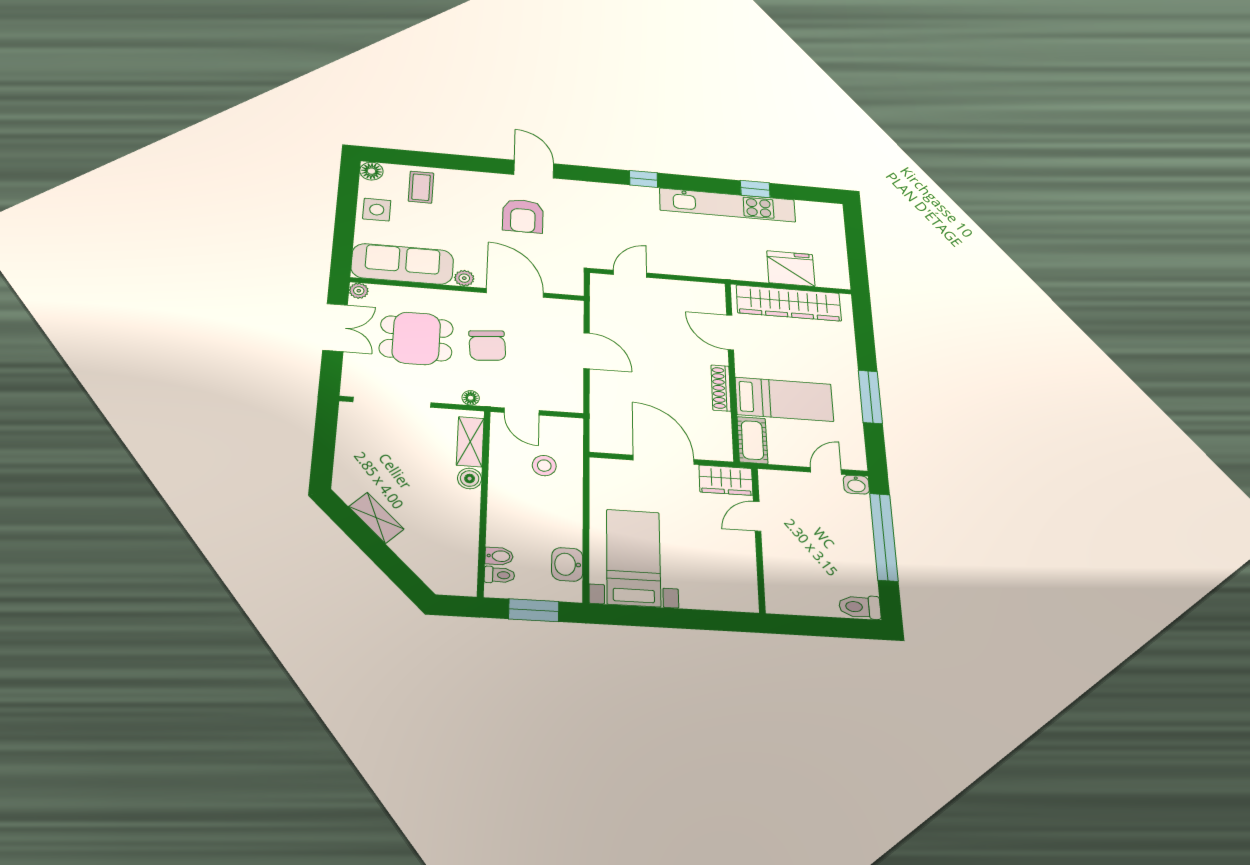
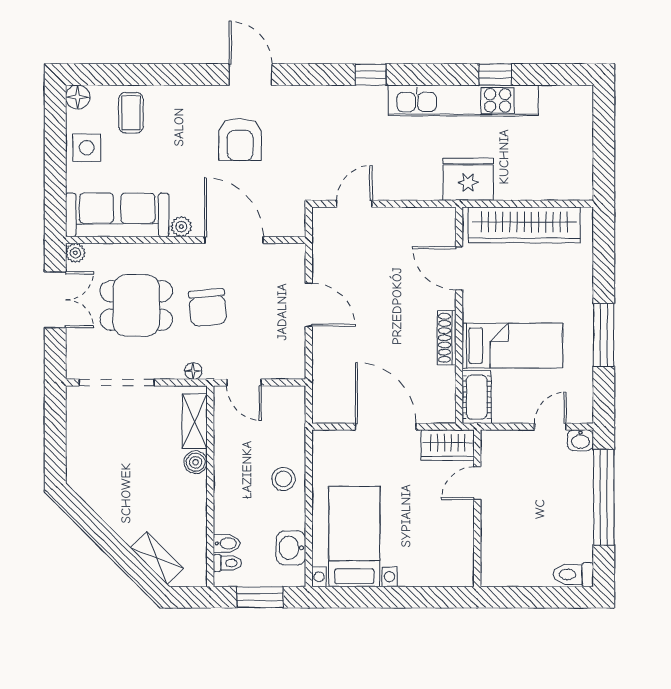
fridge: (791, 269) -> (468, 179), moved
stool: (544, 466) -> (283, 479), moved
shelving: (376, 518) -> (157, 558), moved

